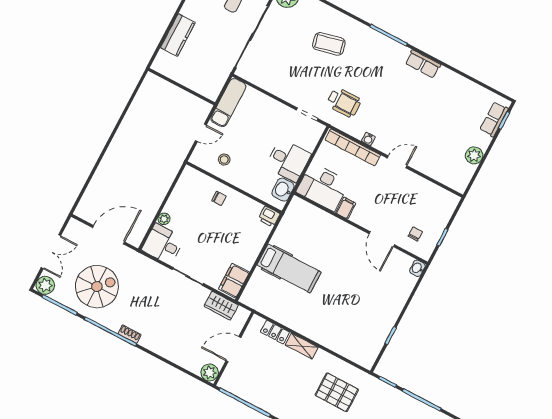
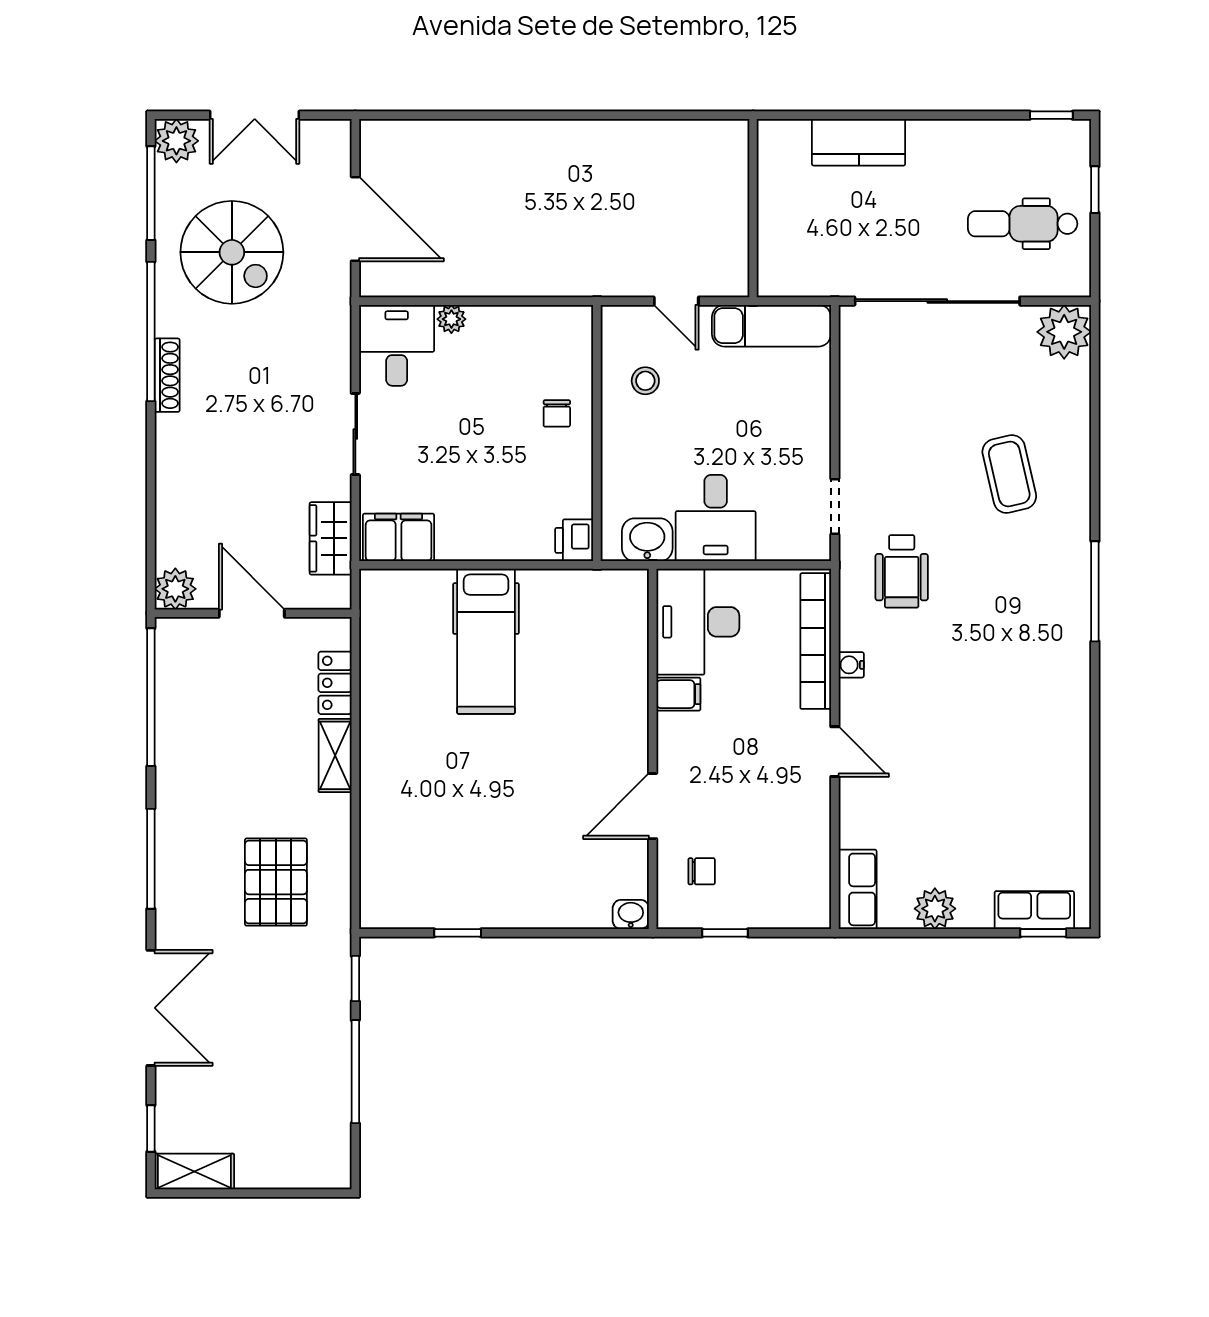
row of seats: (423, 64) -> (858, 889), moved, turned 180
shoe rack: (130, 334) -> (167, 375), width x1.43

